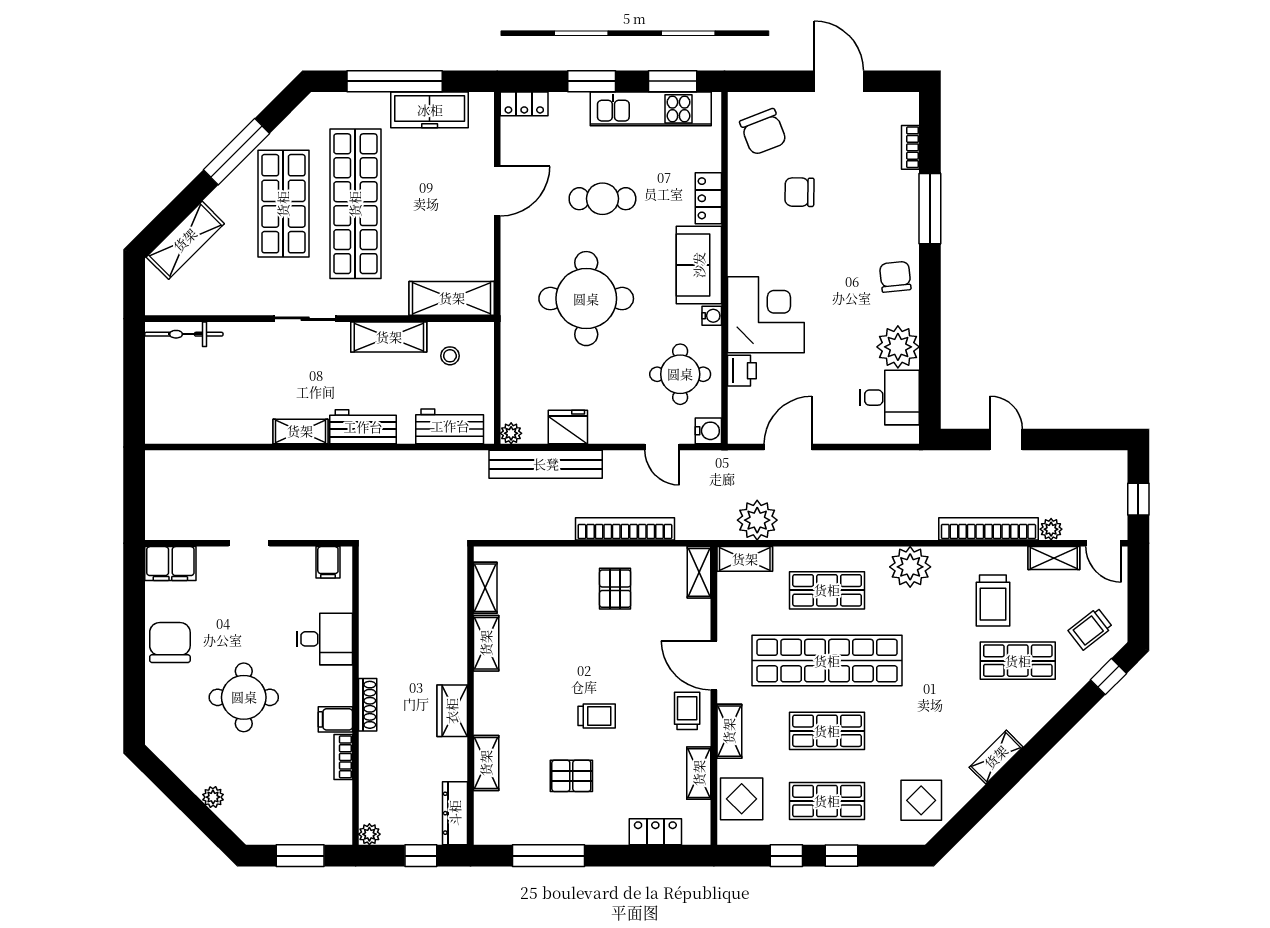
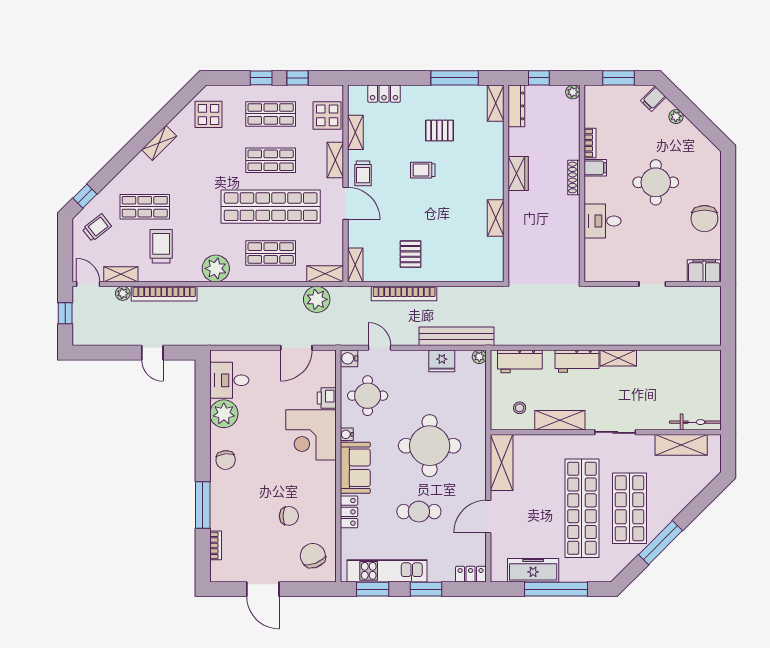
shelving: (185, 240) -> (681, 445), moved, turned 45
shelving: (452, 298) -> (502, 463), moved, turned 90
filing cabinet: (328, 562) -> (653, 99), moved, turned -135
shelving: (485, 588) -> (496, 255), removed
shelving: (486, 763) -> (496, 103), moved

